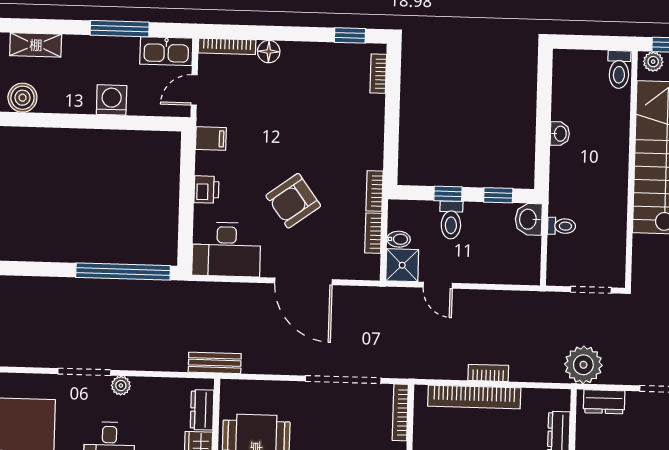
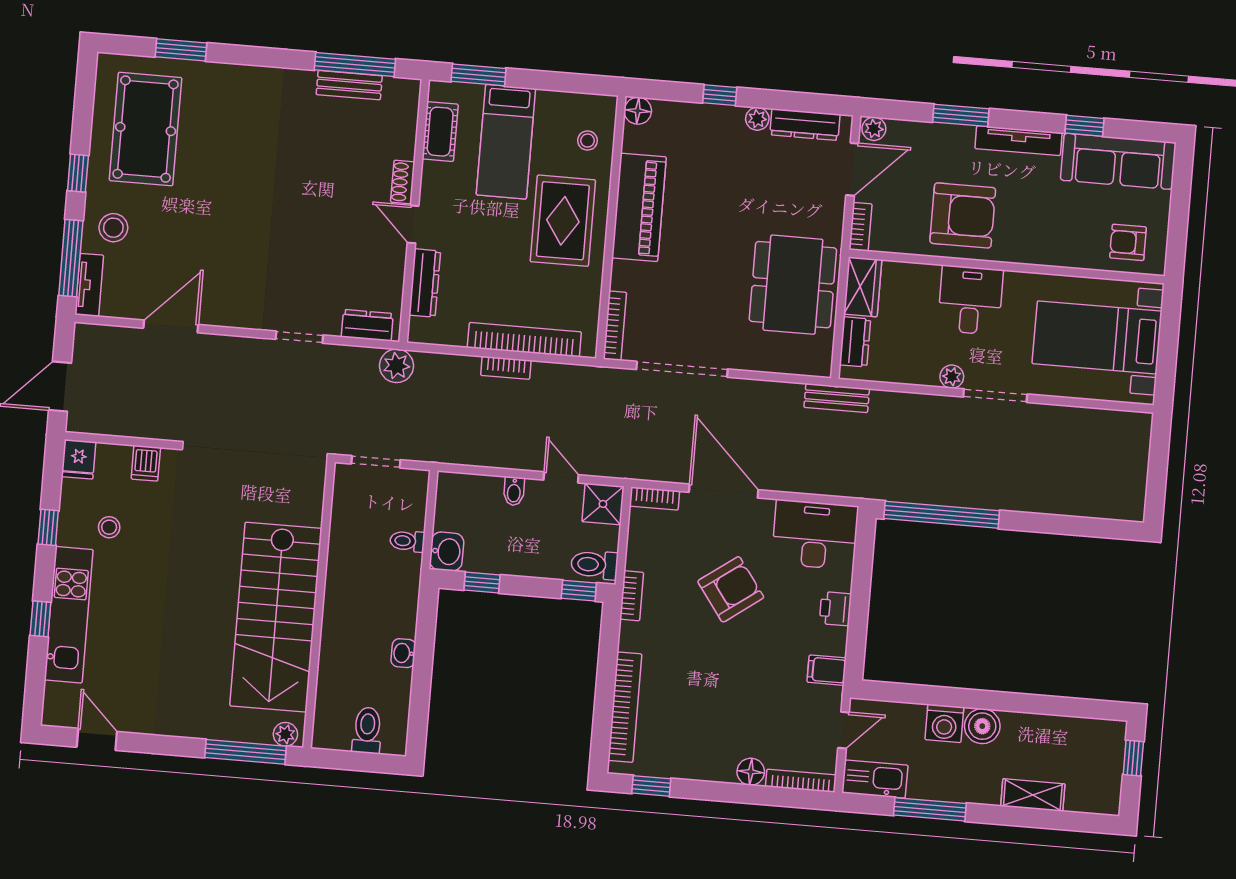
toilet: (619, 70) -> (367, 730), moved
bookcase: (378, 74) -> (625, 707), width x2.31, depth x1.31
boiler: (22, 98) -> (982, 726), moved
window: (448, 194) -> (579, 591), moved
toilet: (451, 220) -> (594, 565), moved, turned -90
bookcase: (373, 233) -> (655, 499), moved, turned 90
bidet: (399, 239) -> (514, 491), moved, turned -90
plant: (583, 365) -> (396, 366), width x0.73, depth x0.73

